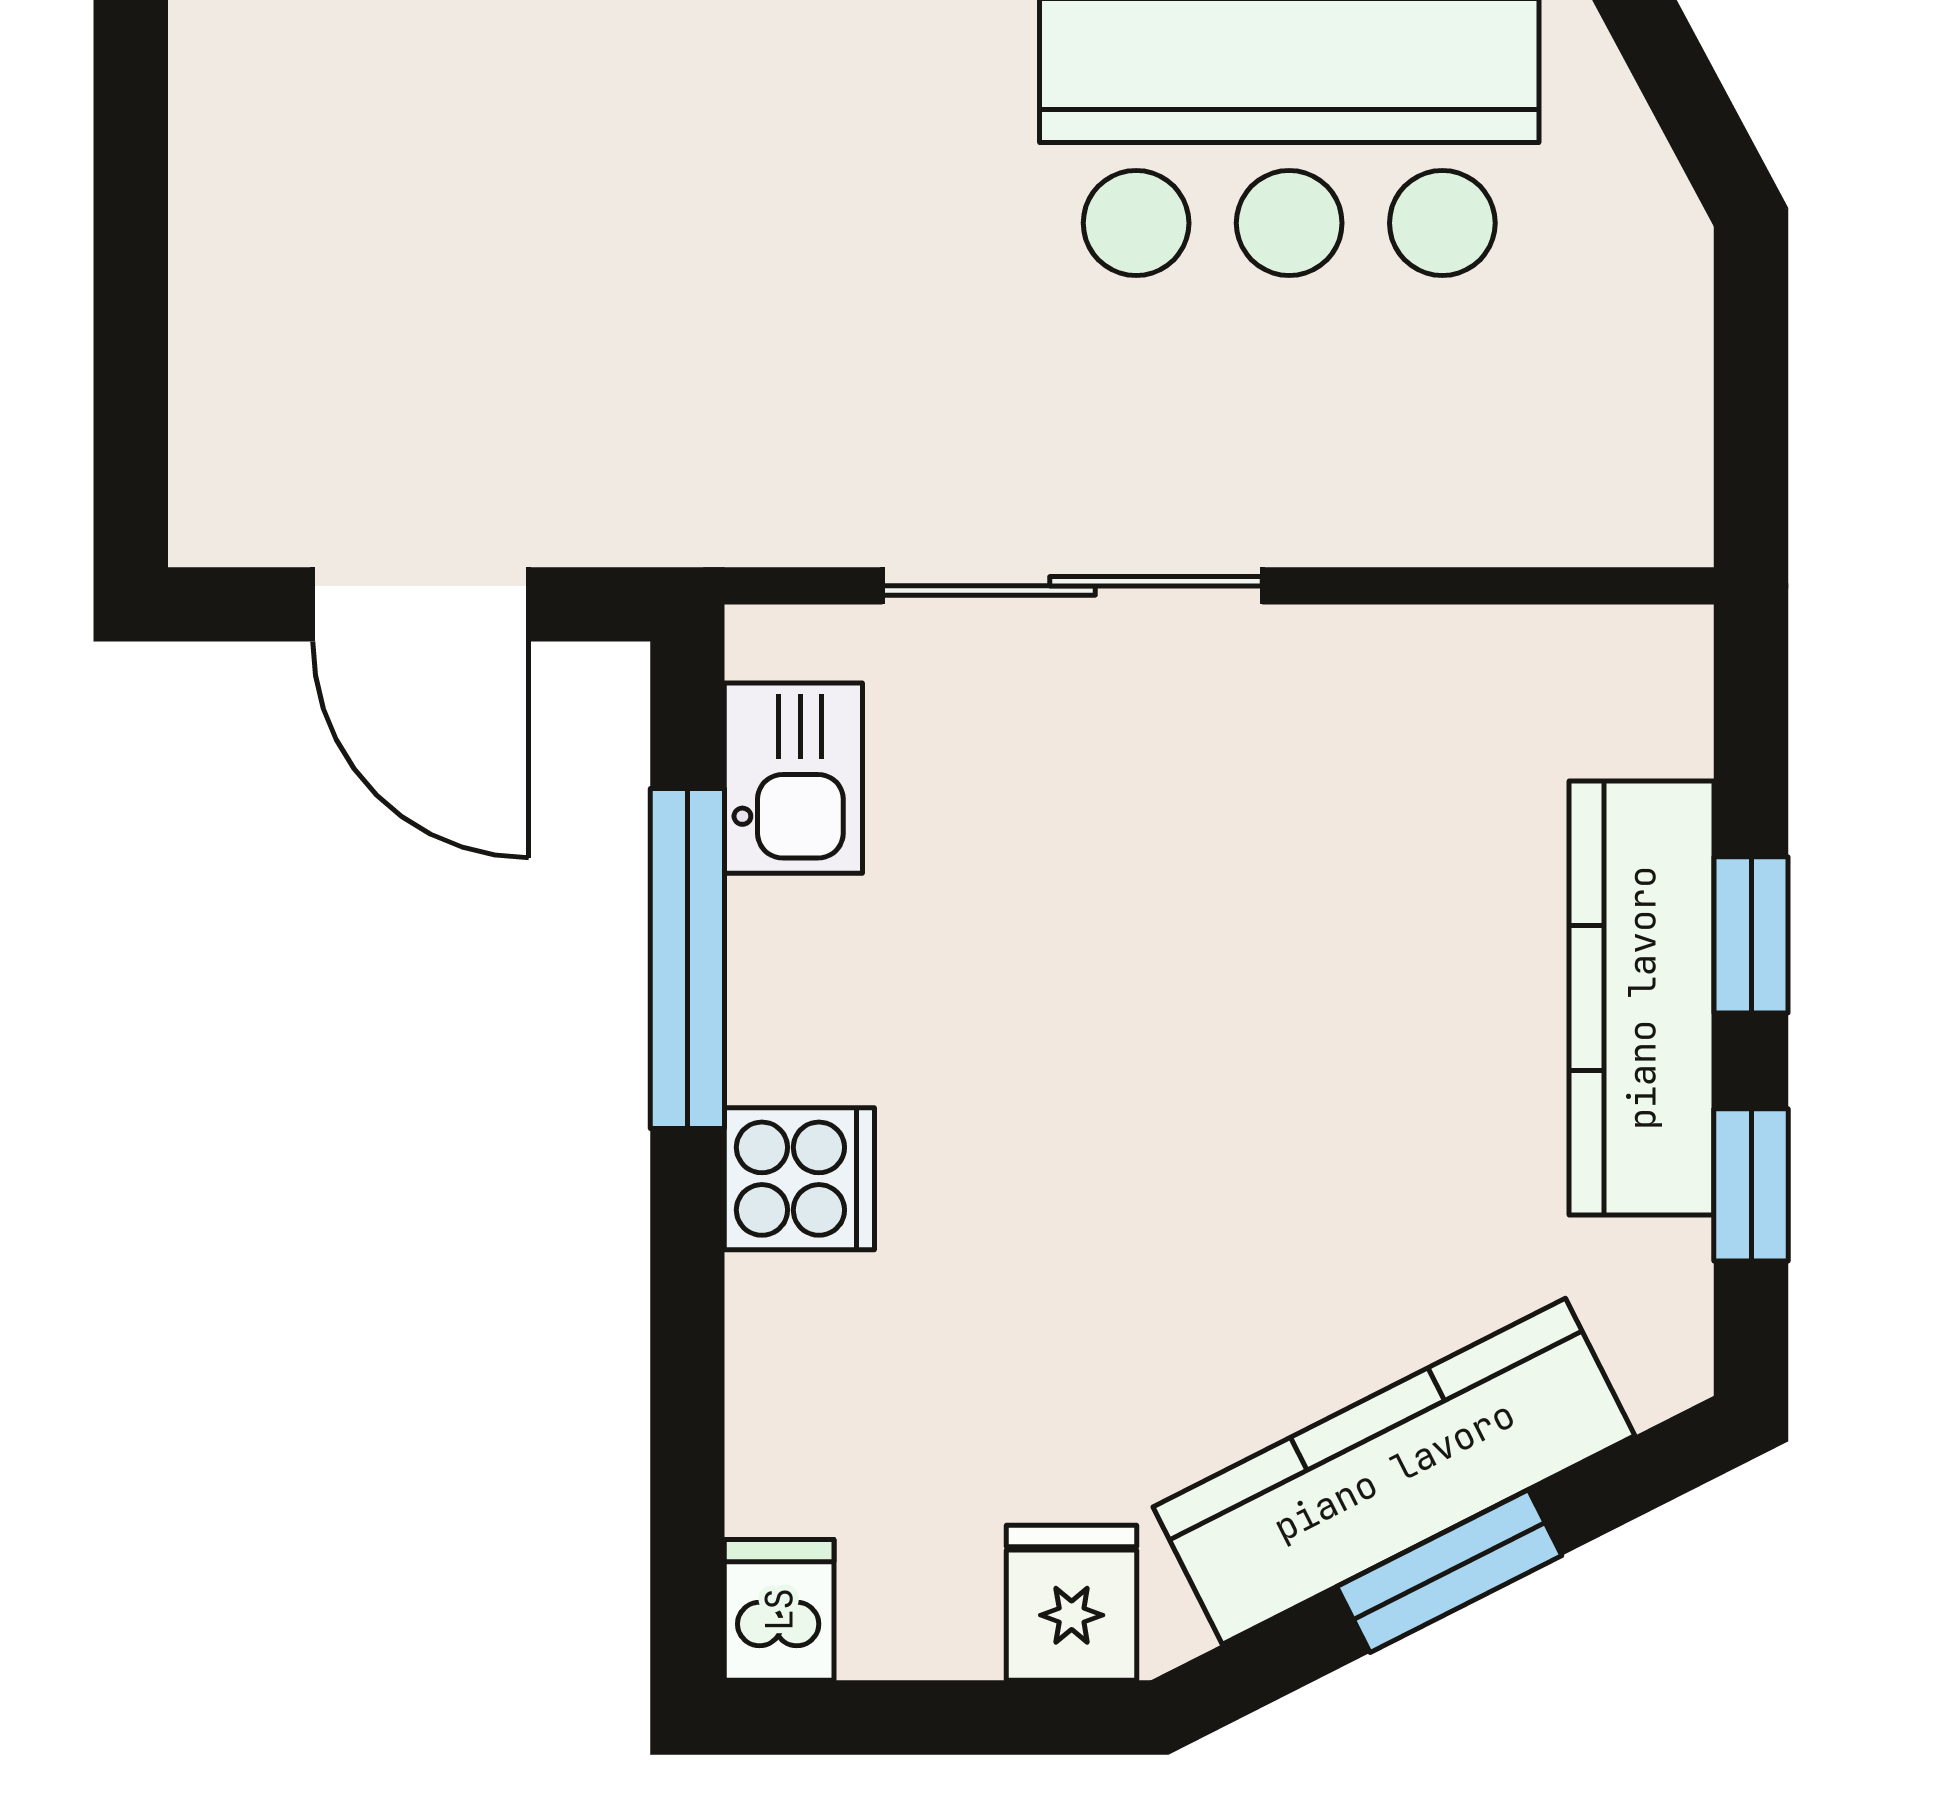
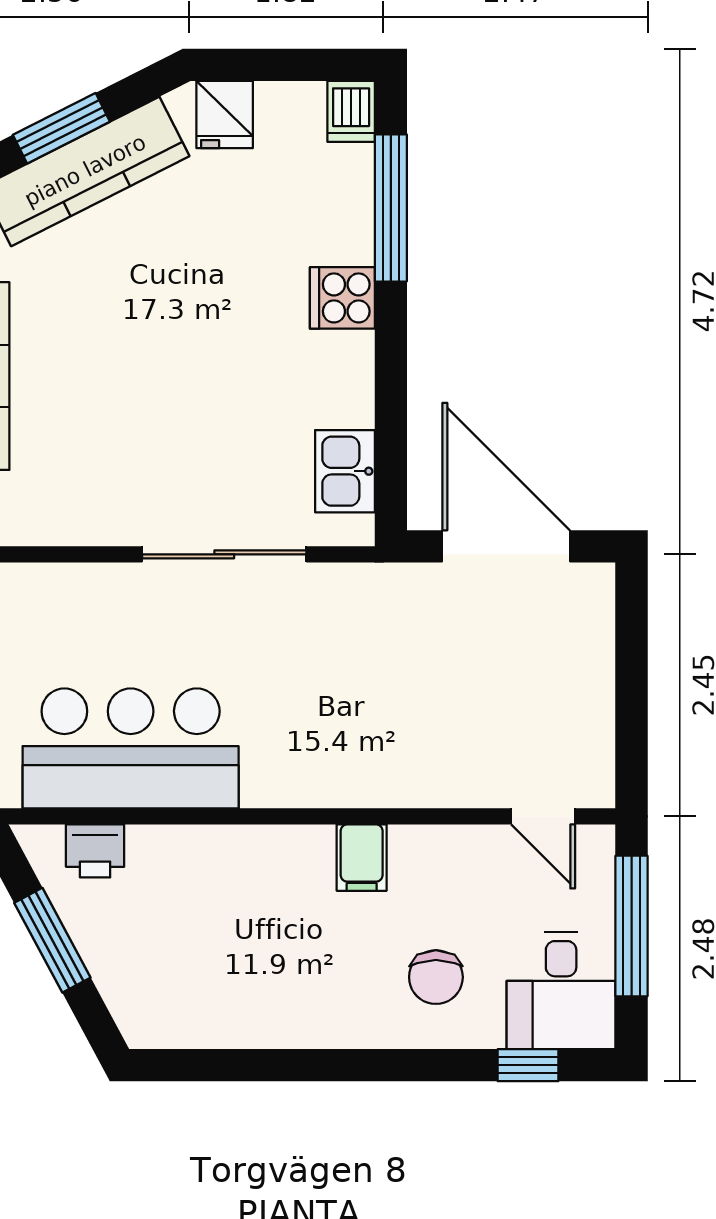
door: (421, 604) -> (506, 546), width x1.36
window: (687, 958) -> (391, 208), moved

